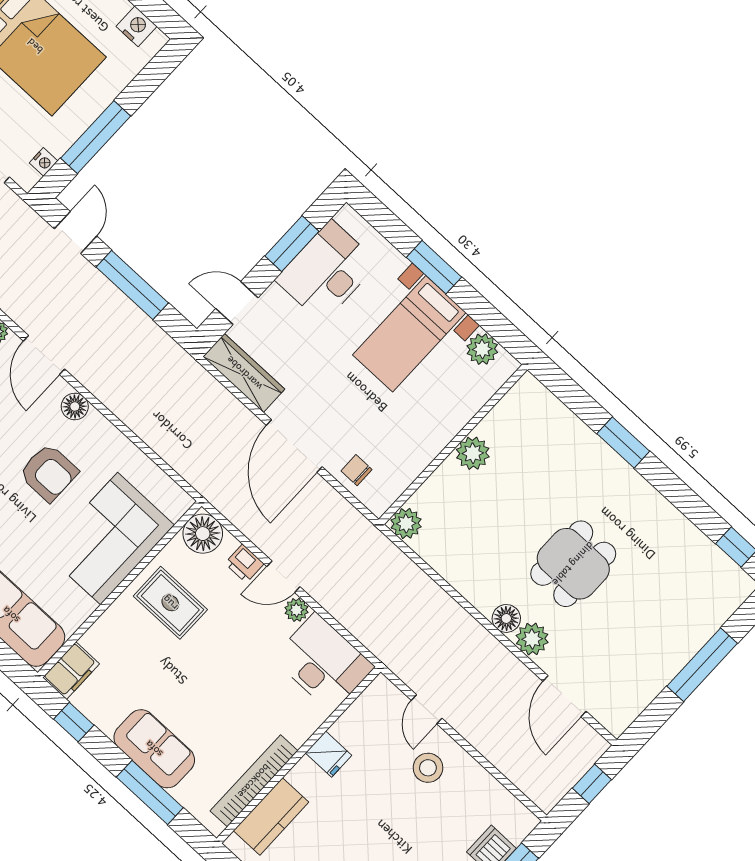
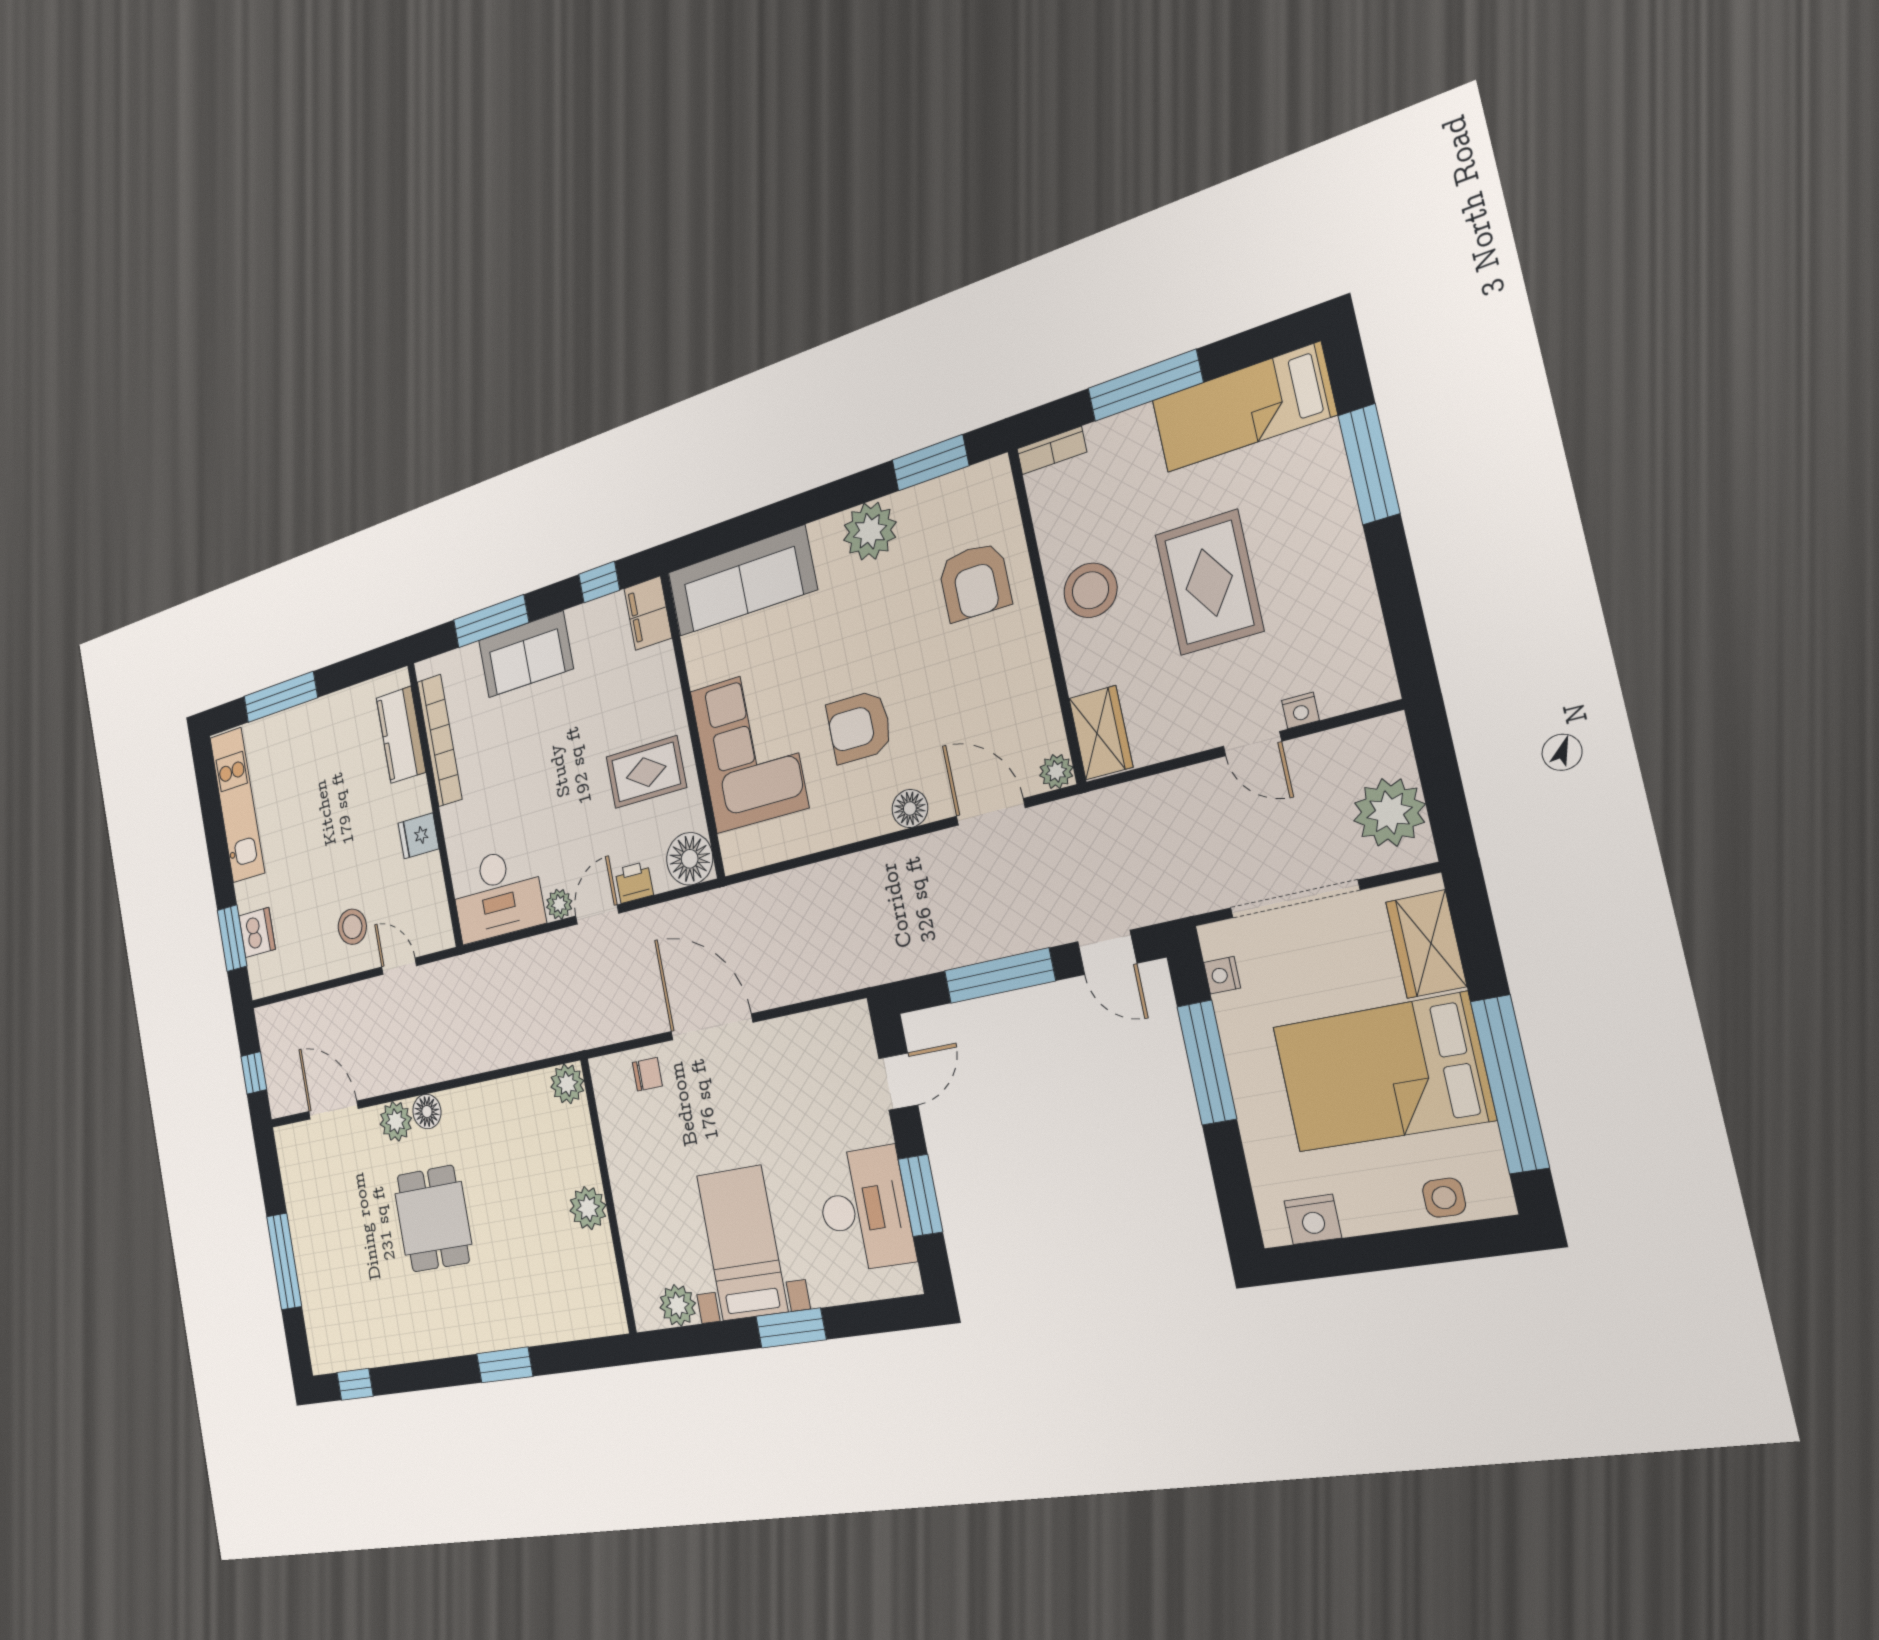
wardrobe: (244, 373) -> (820, 1031), removed

